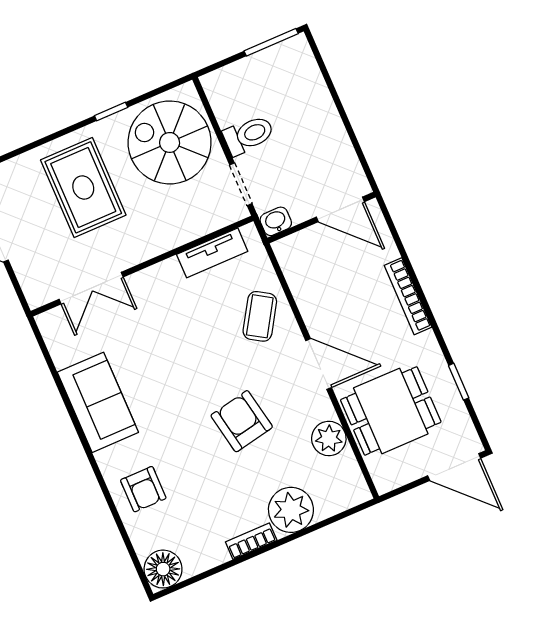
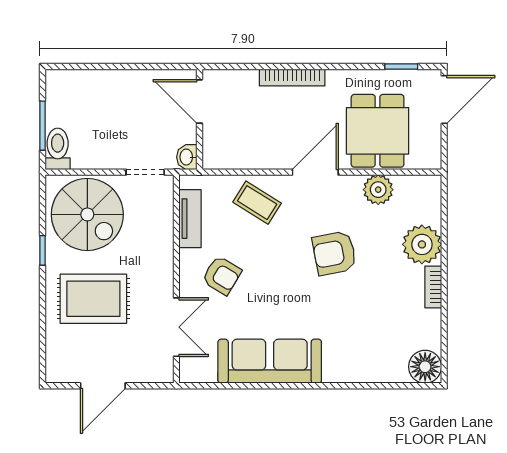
window: (271, 42) -> (42, 126), moved
toilet: (249, 135) -> (58, 149), moved
spiral stairs: (170, 142) -> (87, 214), turned -90
door: (340, 209) -> (200, 101), swing flipped
window: (459, 382) -> (401, 67), moved
sofa: (98, 402) -> (270, 361), width x1.36
armchair: (143, 489) -> (222, 275), moved, turned 31

